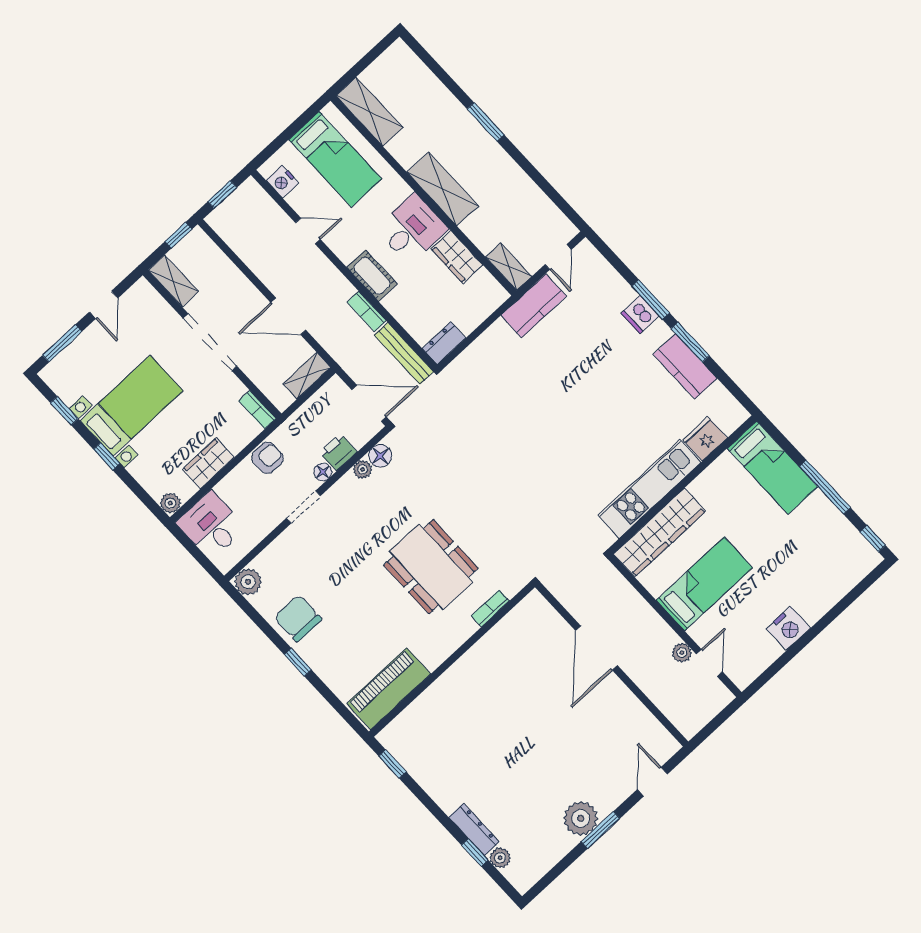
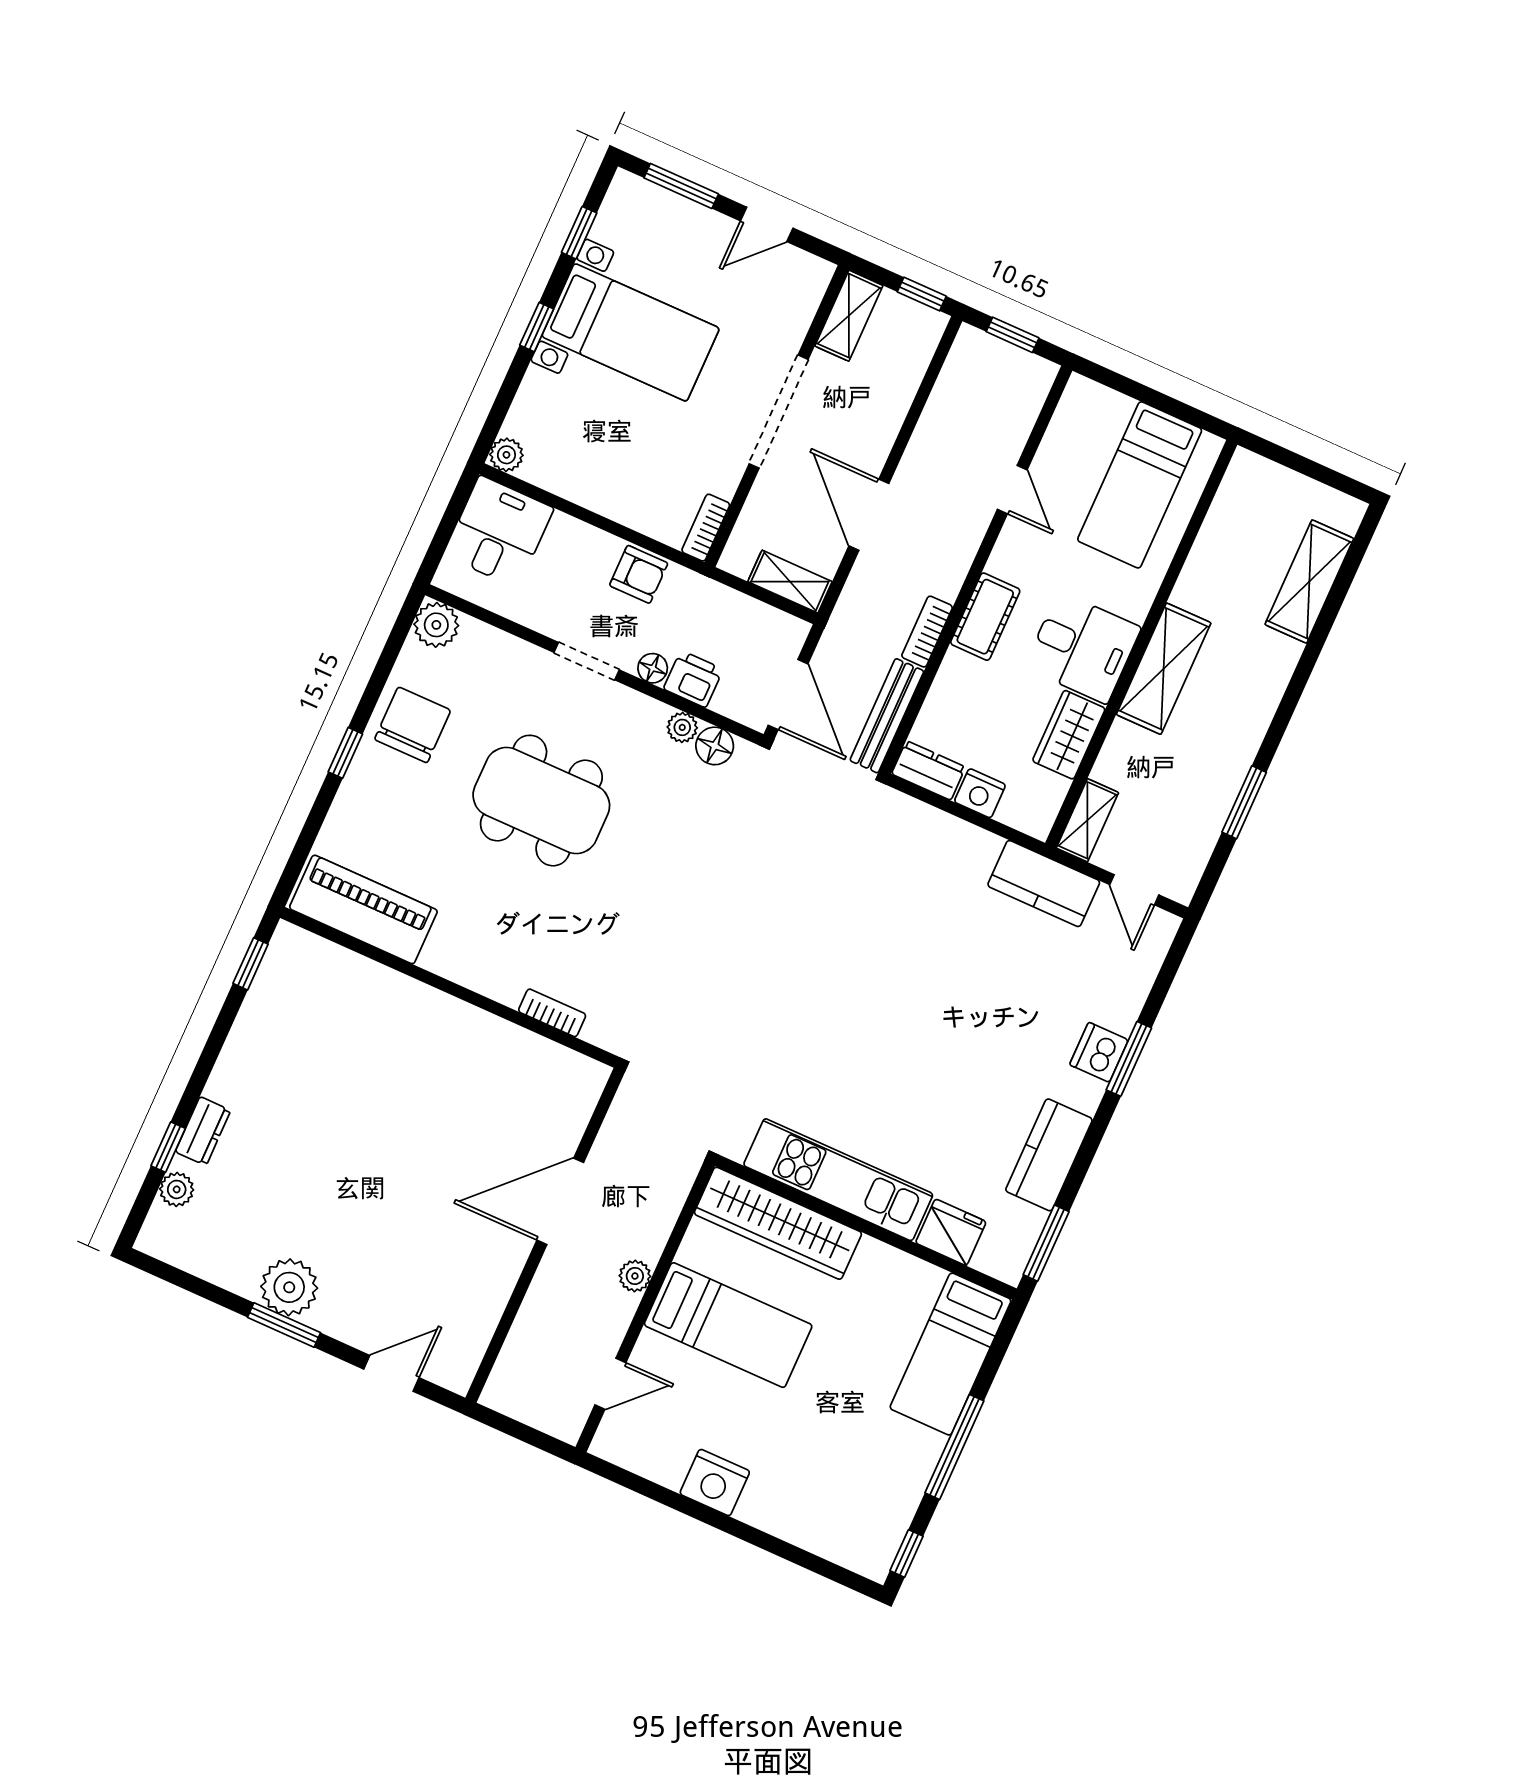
shelving: (369, 112) -> (1309, 581), moved
window: (486, 122) -> (1244, 802), moved
nightstand: (283, 182) -> (980, 793), moved, turned -90
door: (558, 257) -> (1134, 890), hinge flipped
window: (690, 342) -> (1046, 1243), moved
wardrobe: (208, 463) -> (592, 487), removed
dining table: (431, 567) -> (541, 801), moved, turned 90
plant: (682, 653) -> (635, 1276), moved
dresser: (474, 829) -> (203, 1131), width x0.70

